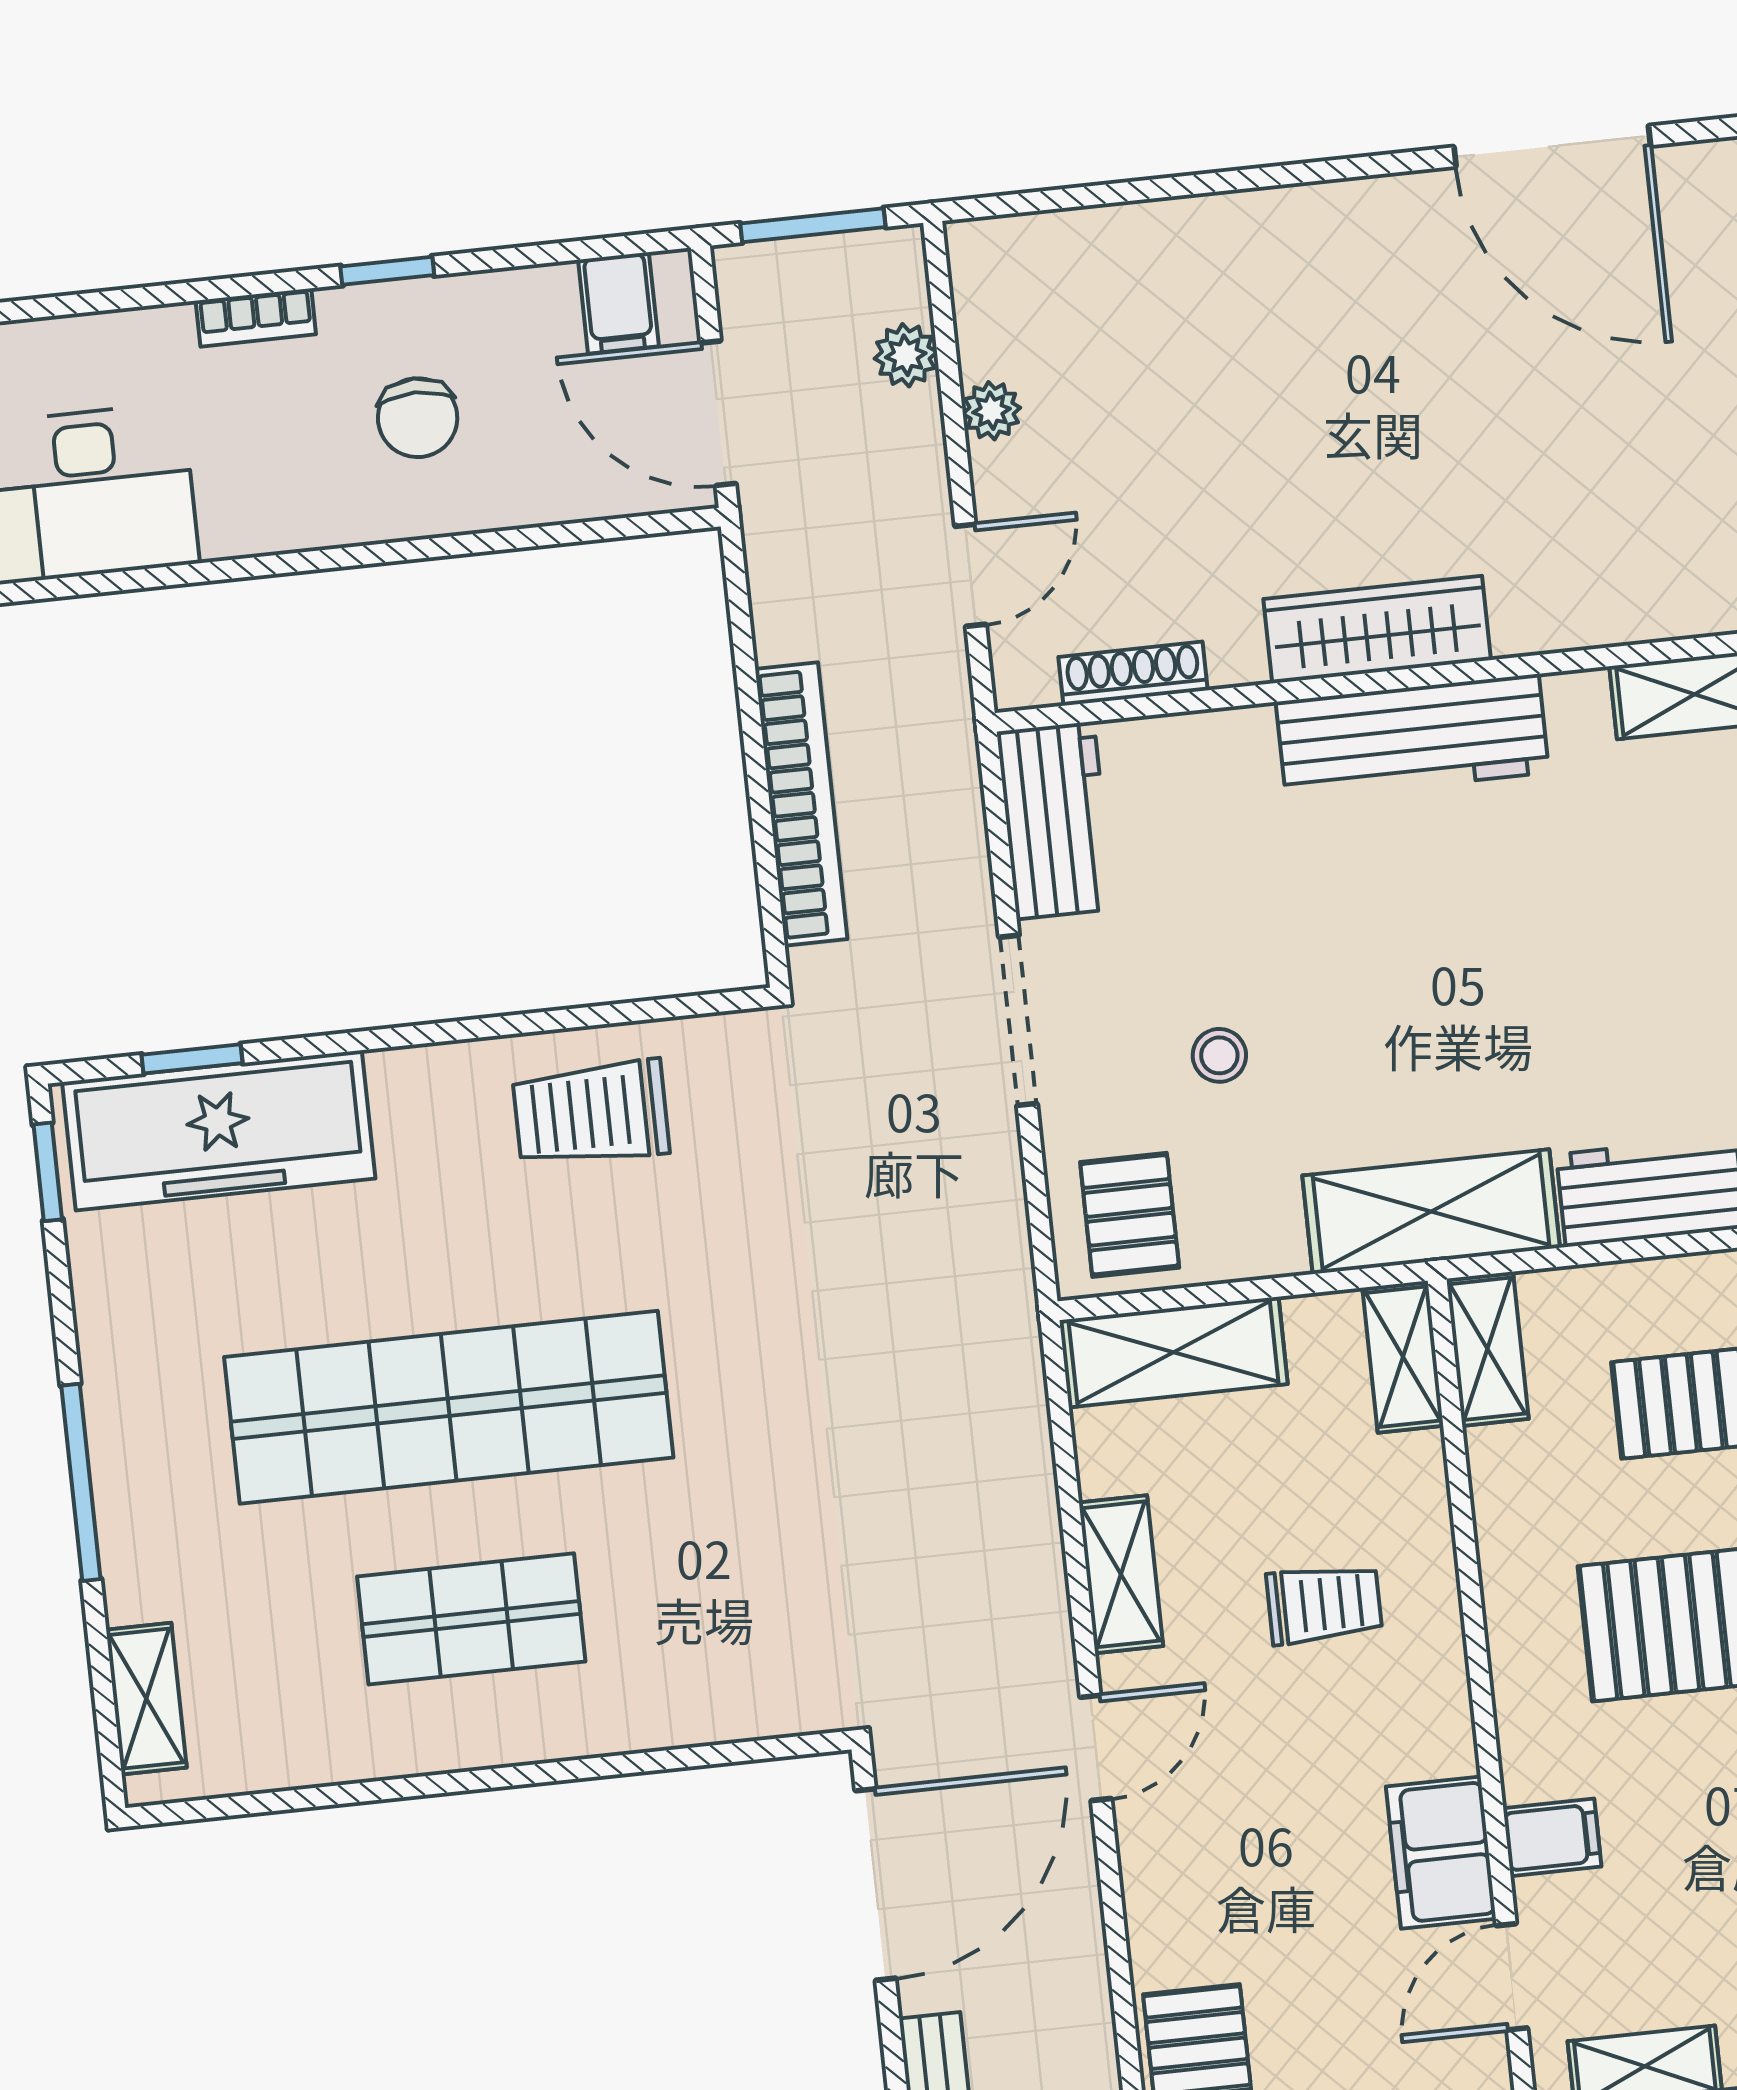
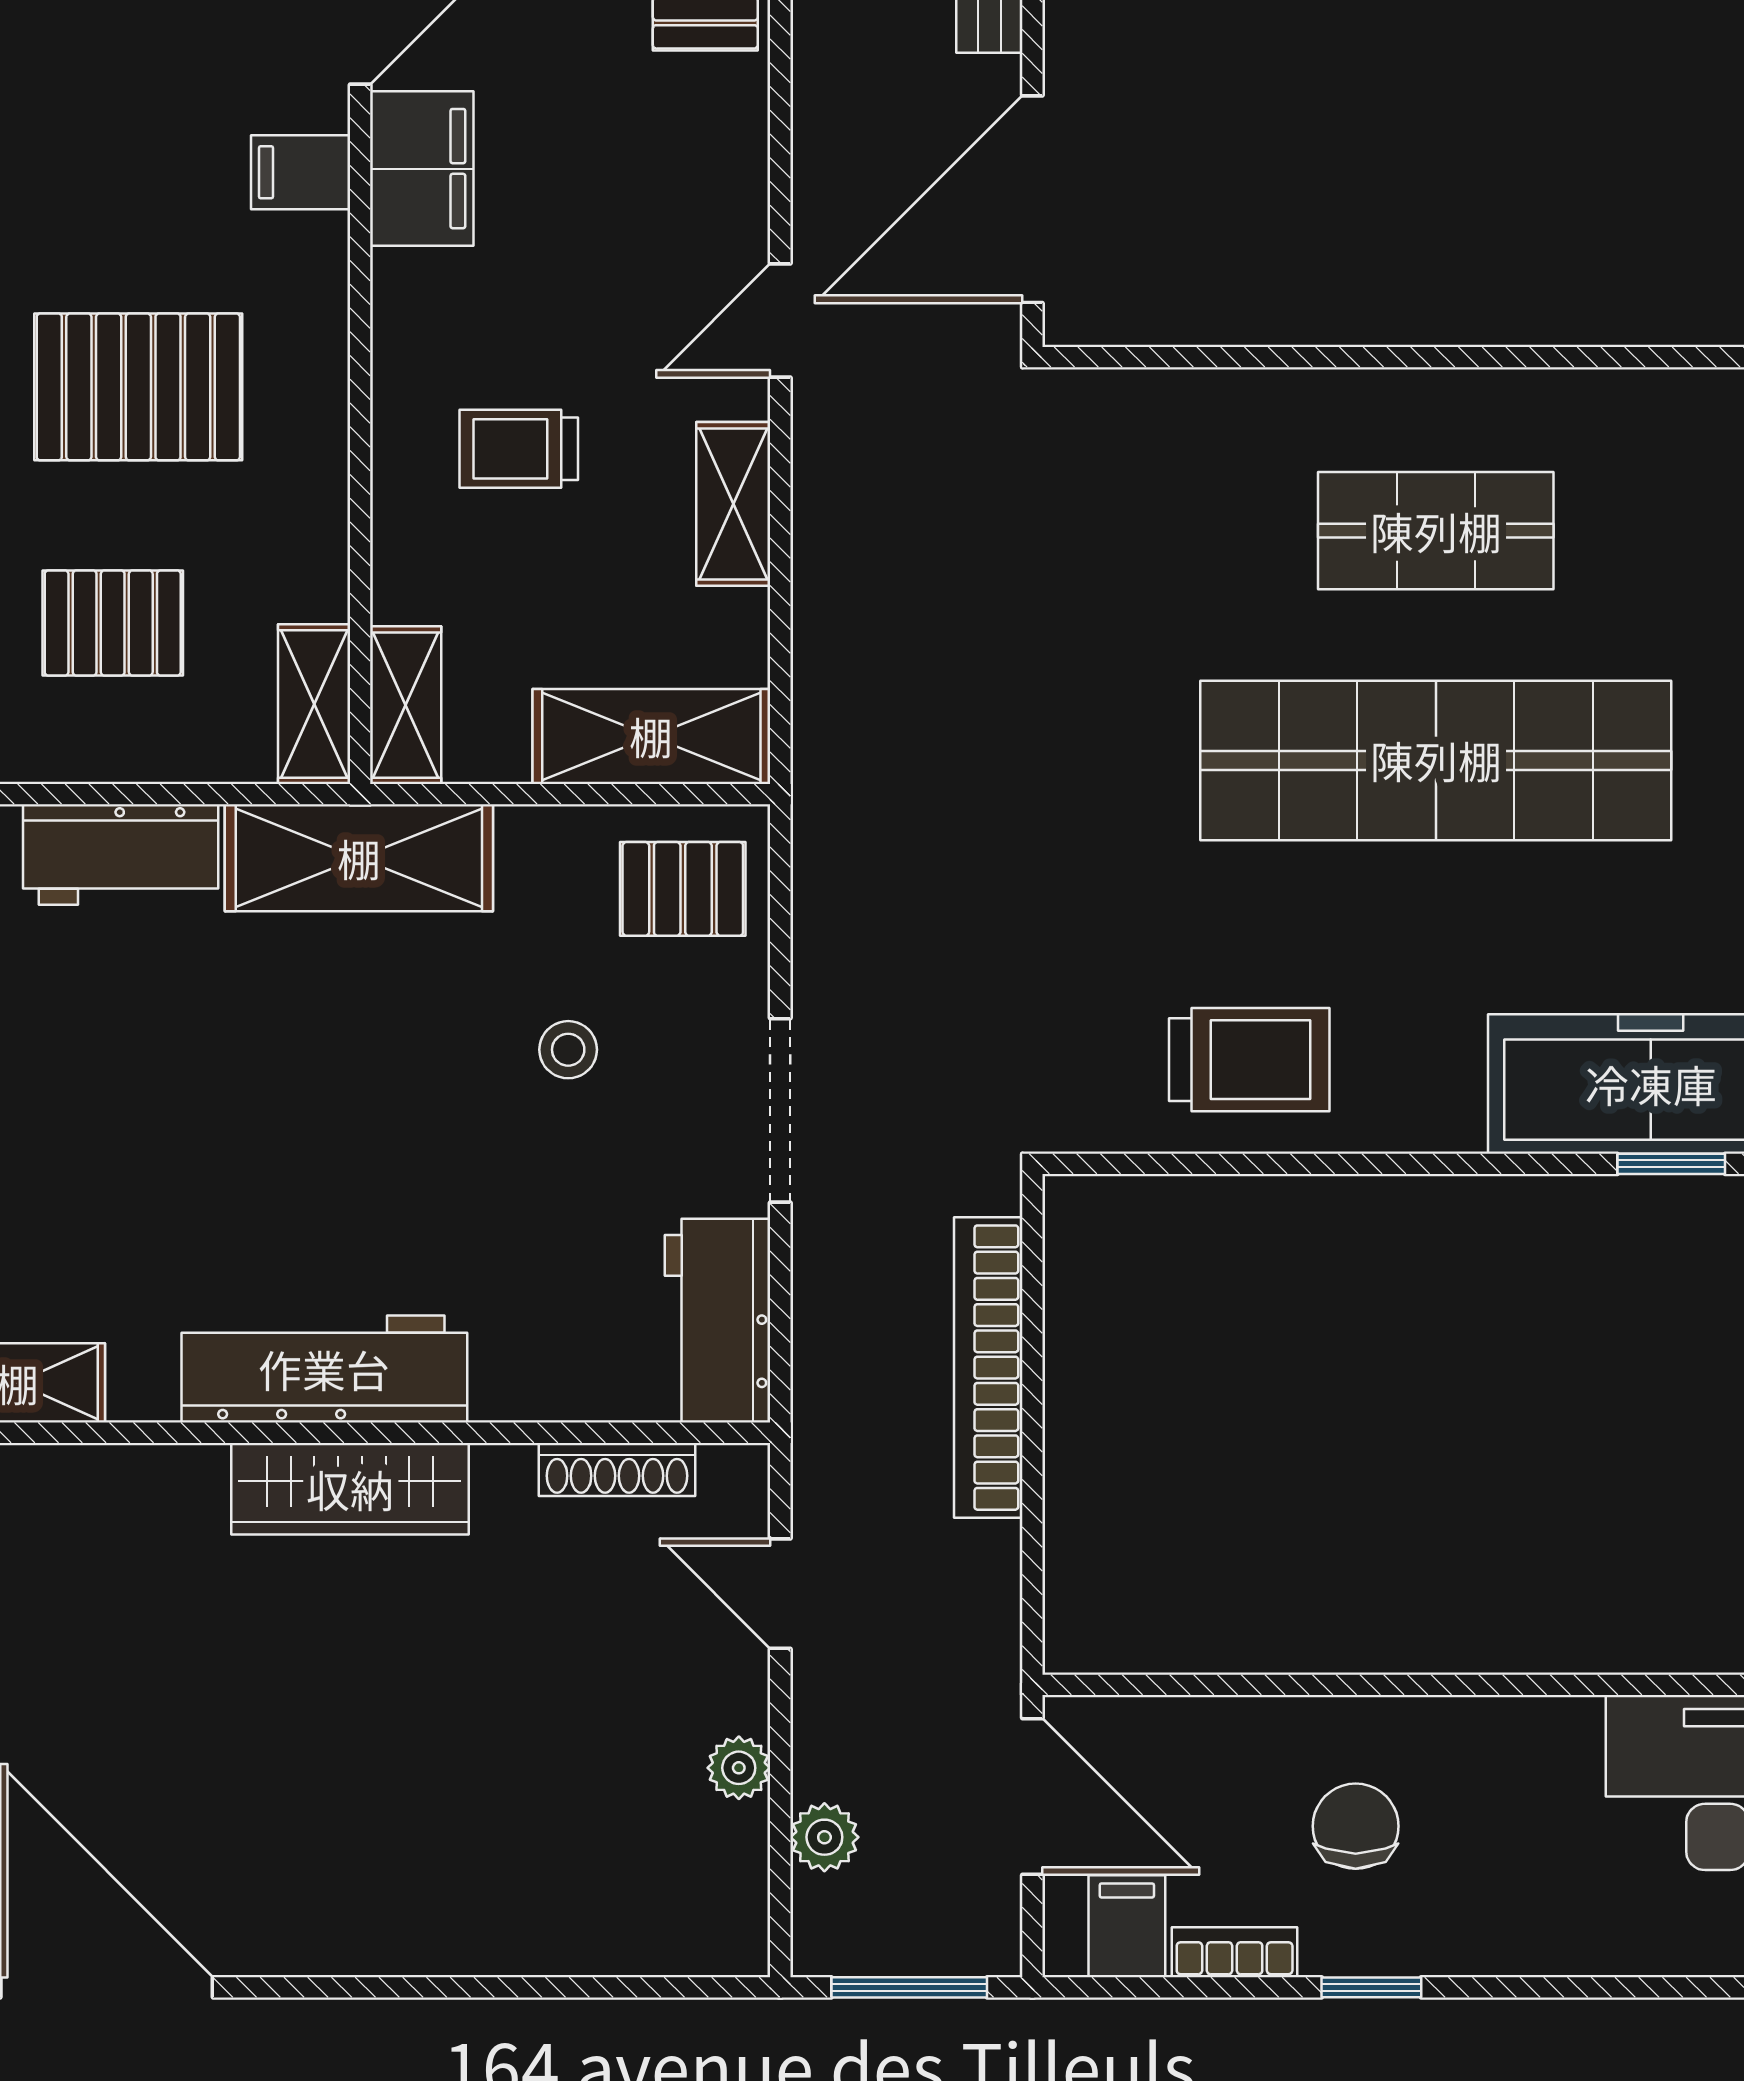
bookcase: (256, 318) -> (1235, 1952), moved
door: (970, 575) -> (780, 1594), hinge flipped
pallet: (1130, 1215) -> (683, 889), turned 90

